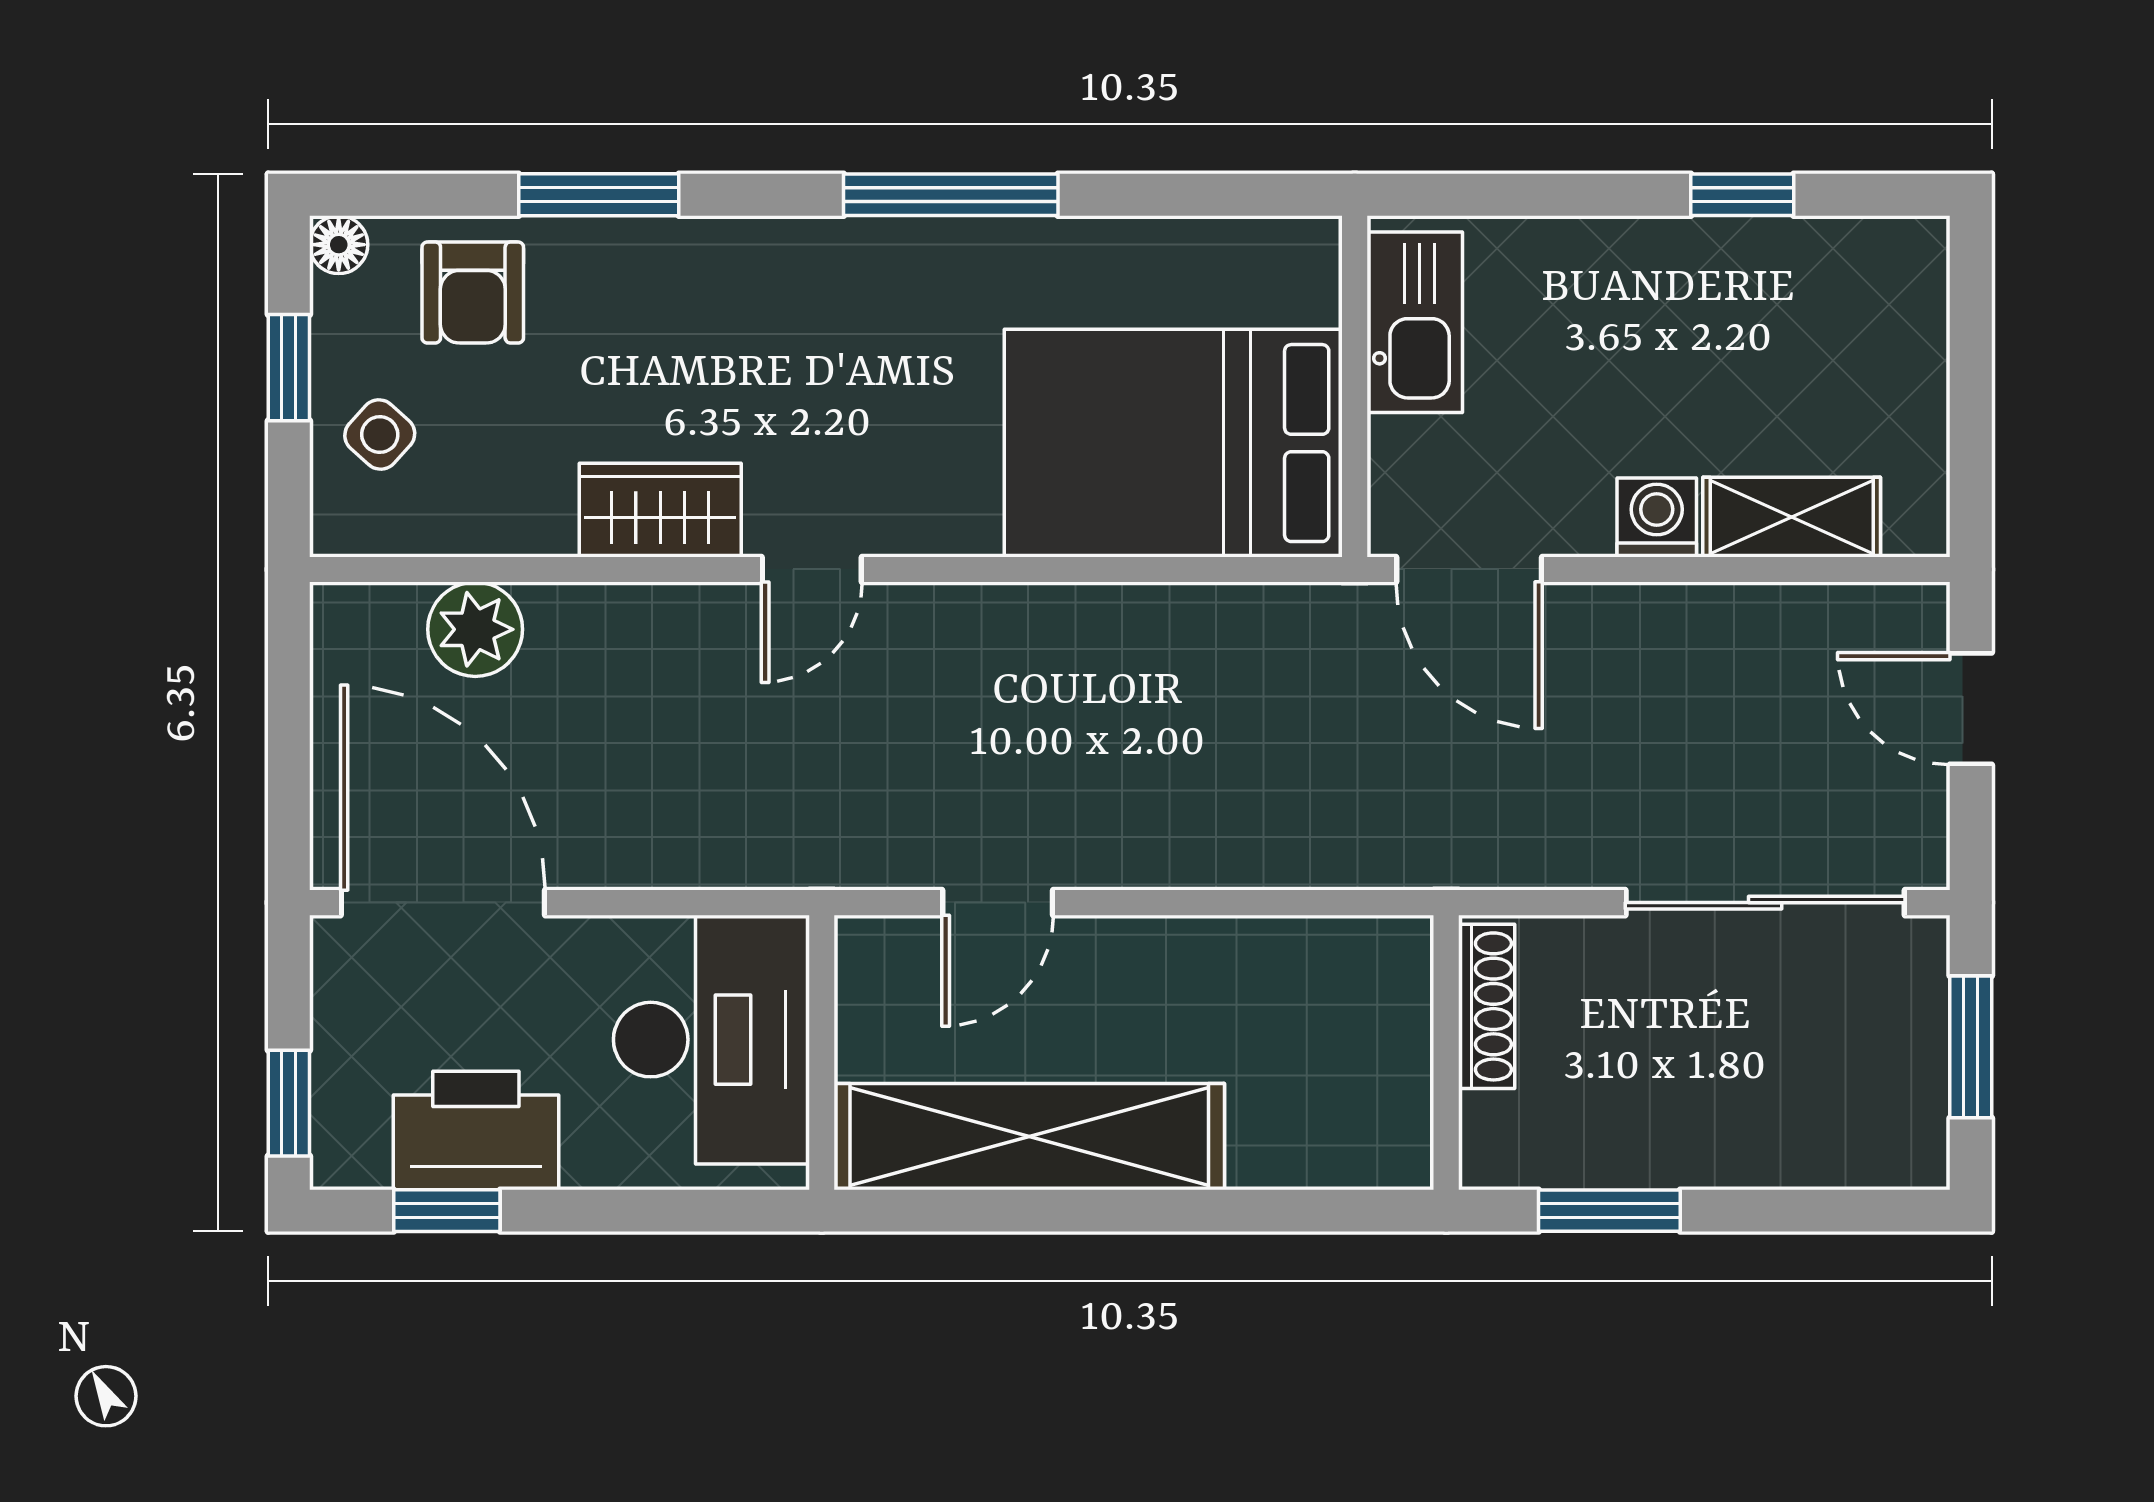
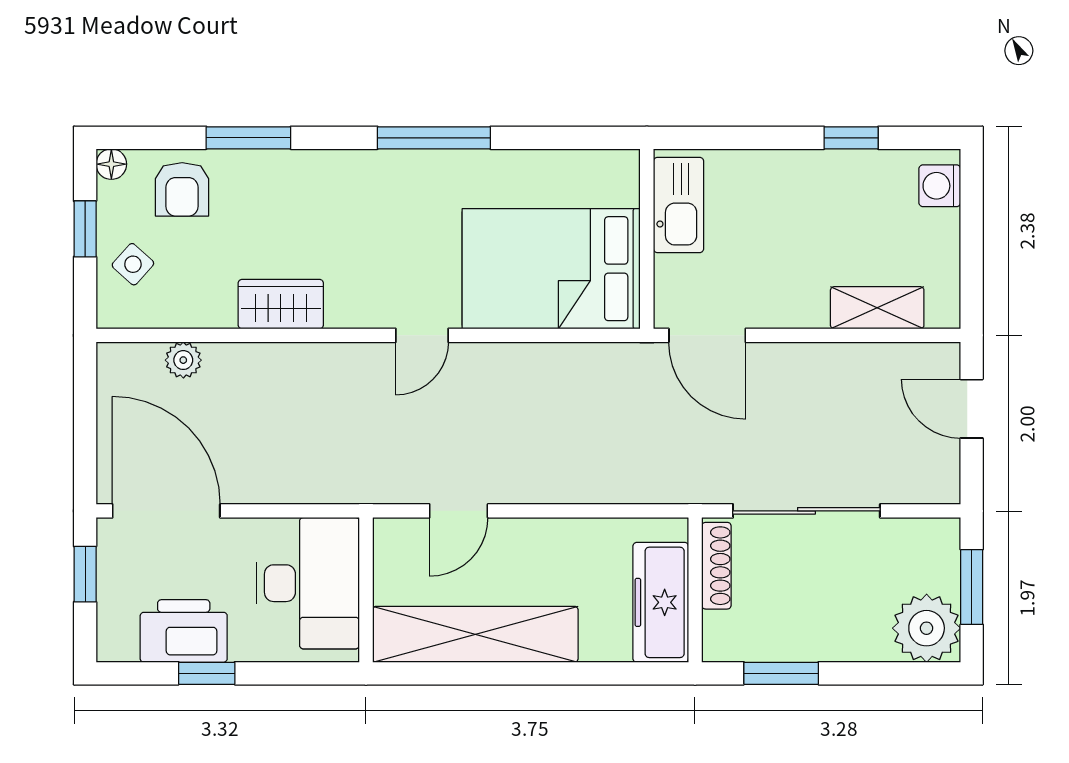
washing machine: (1657, 517) -> (940, 186), moved, turned -90
door: (812, 569) -> (422, 335), moved
plant: (475, 629) -> (183, 360), width x0.73, depth x0.73
sliding door: (1765, 903) -> (806, 511), moved
freezer: (1381, 1076) -> (661, 602), added
window: (289, 1103) -> (85, 574), moved
plant: (1885, 1125) -> (927, 628), added
window: (447, 1211) -> (207, 673), moved

